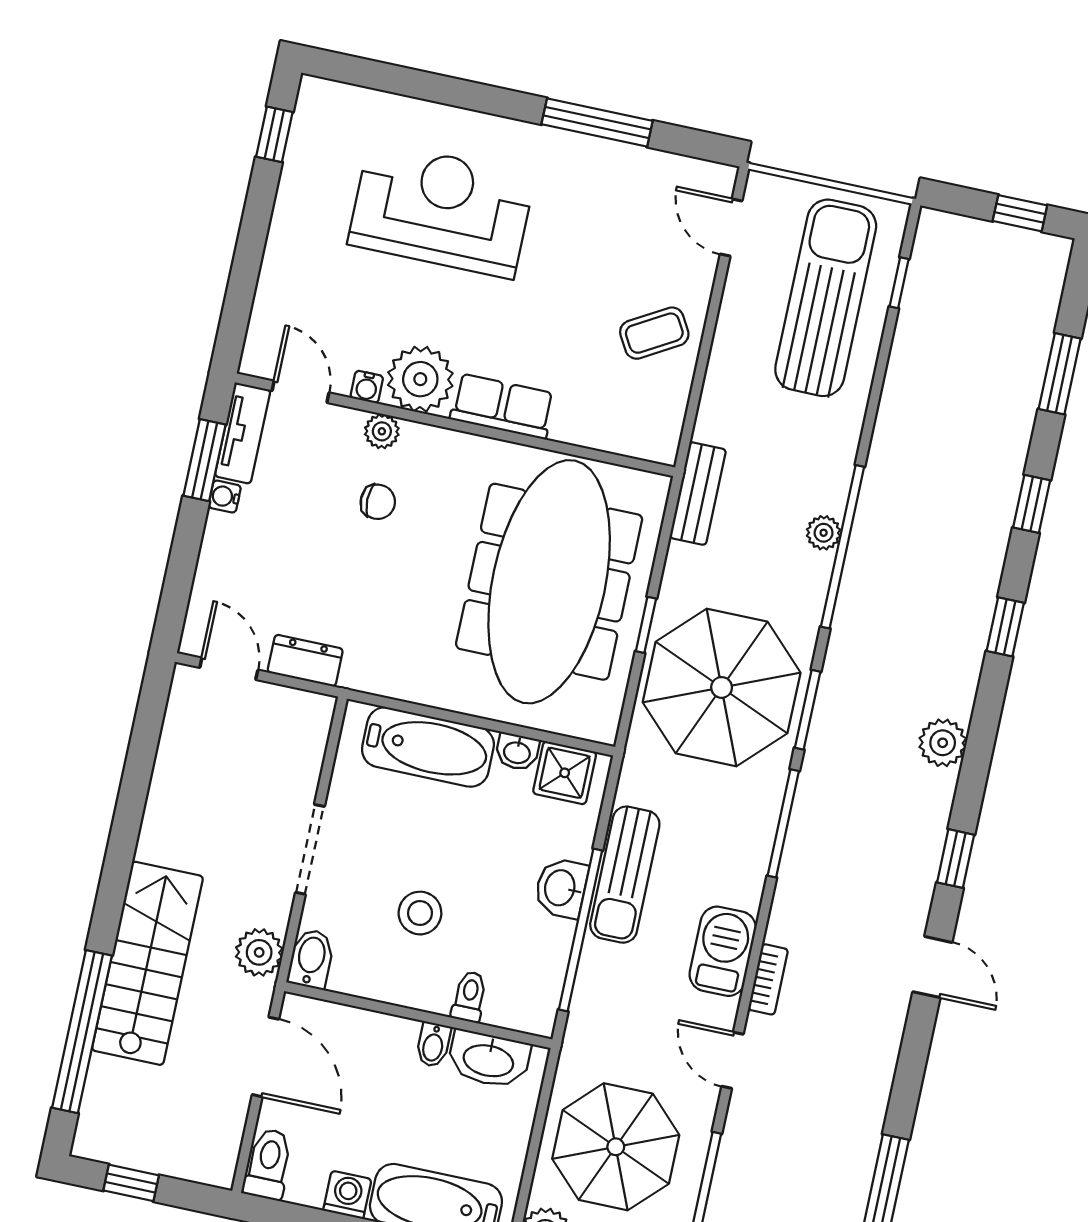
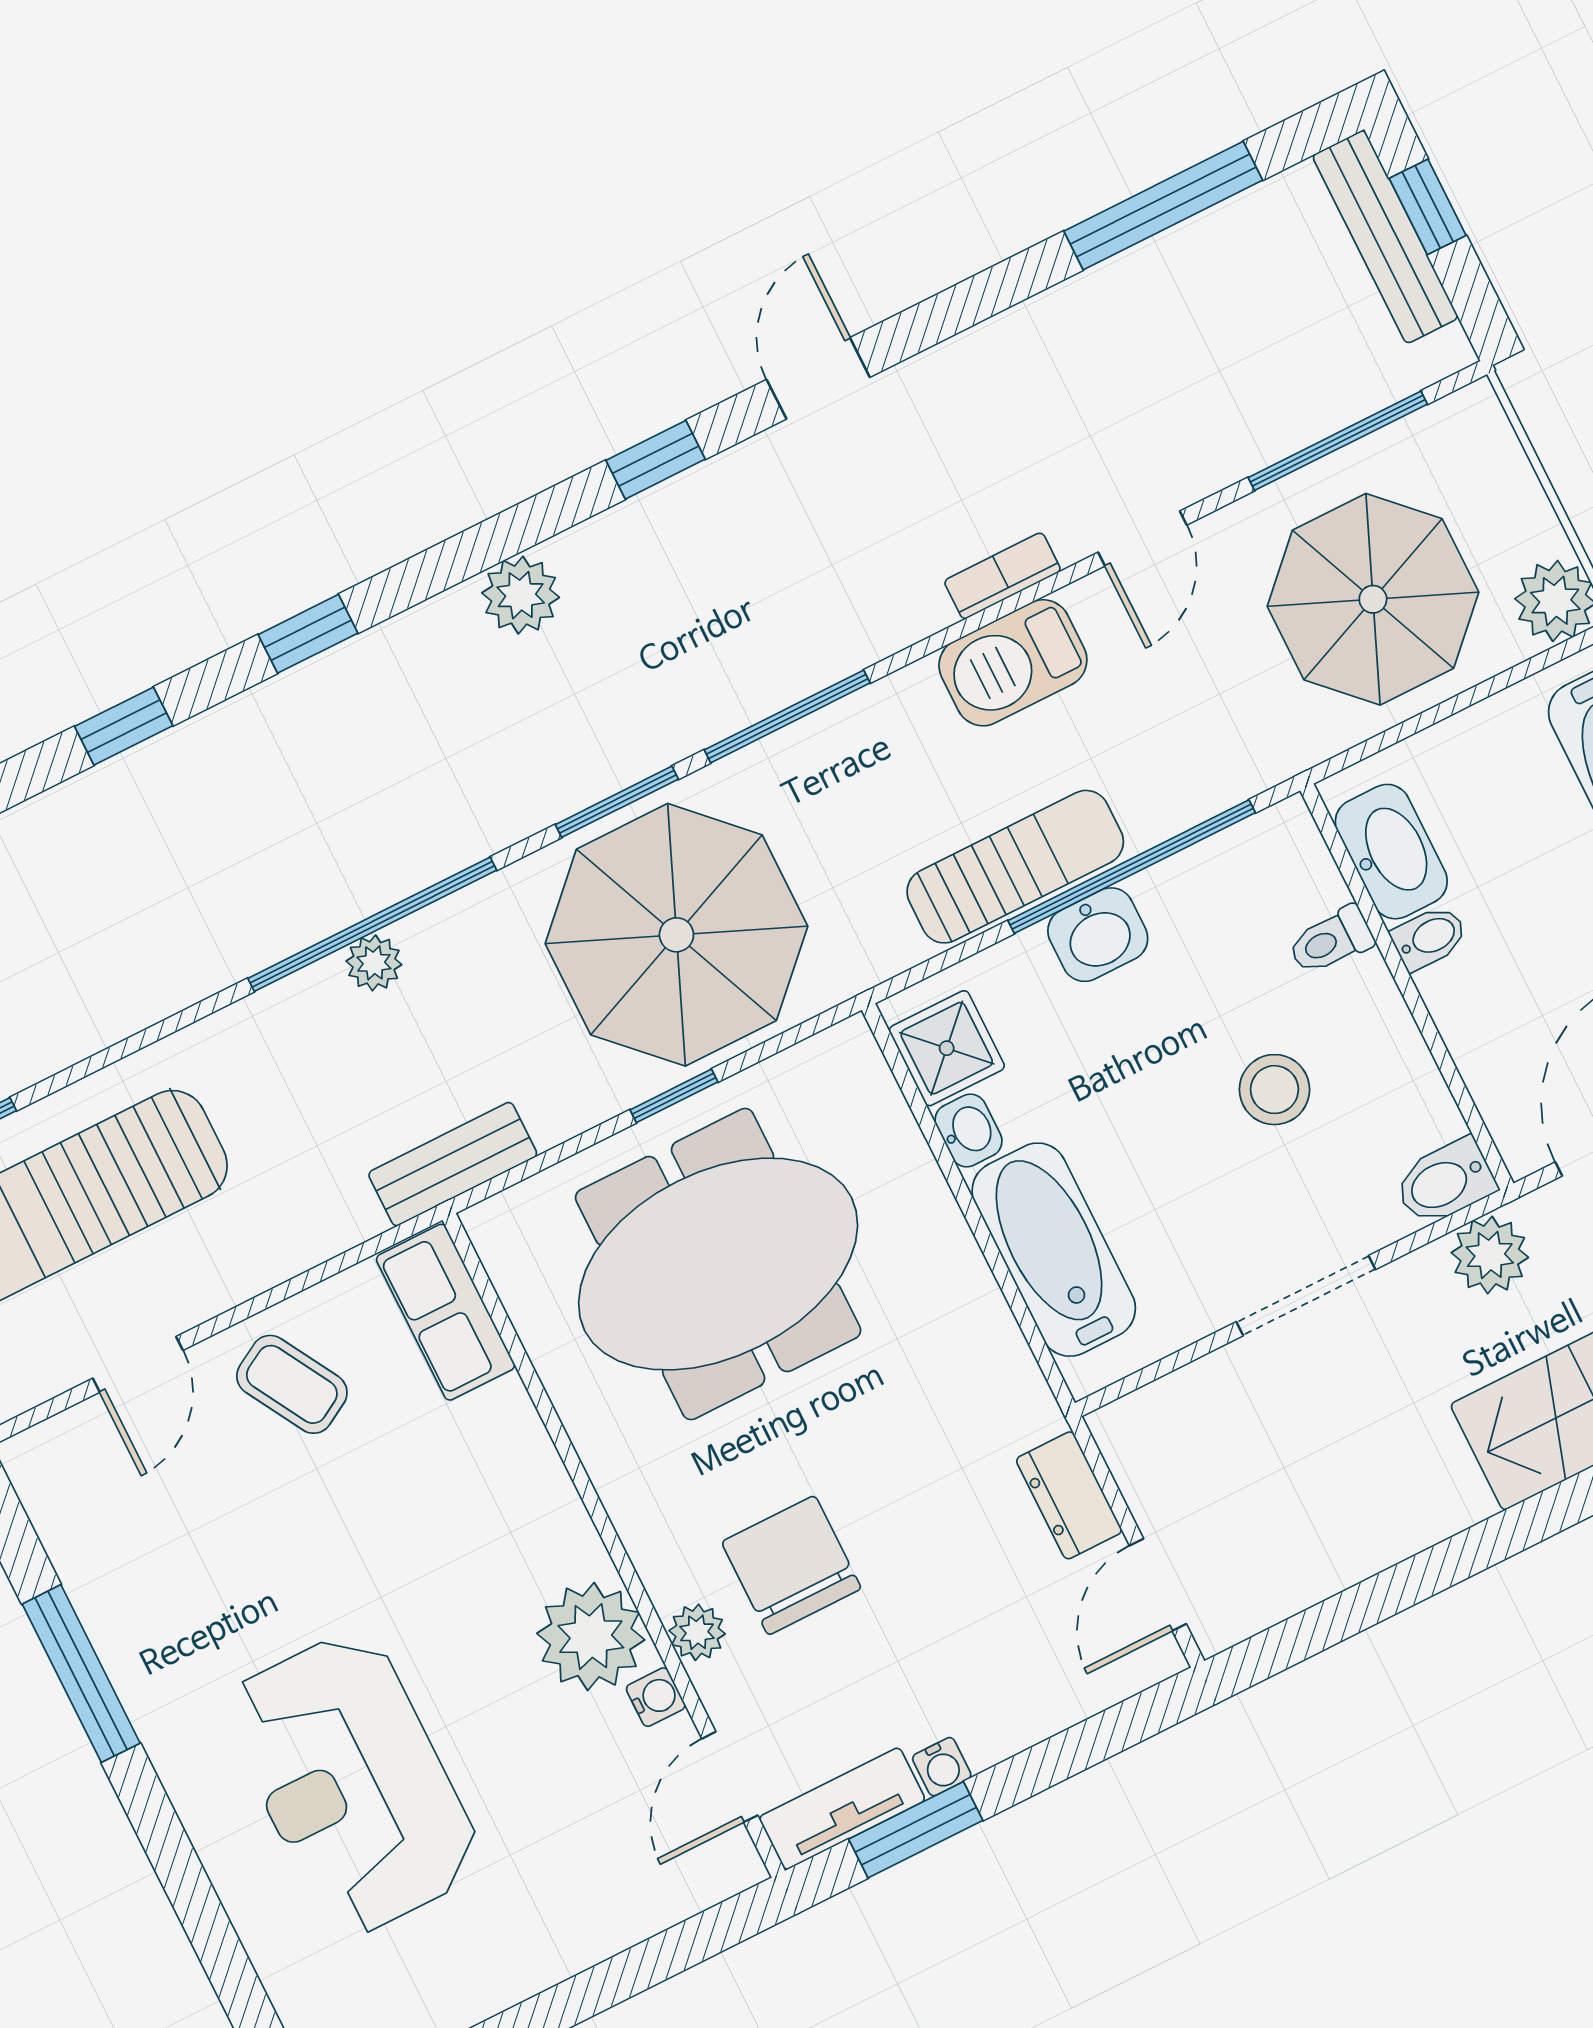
door: (731, 228) -> (138, 1364), moved
row of seats: (502, 406) -> (446, 1312), moved
chair: (378, 502) -> (791, 1565), width x1.87, depth x1.87
meeting table: (549, 582) -> (718, 1264), width x0.73

